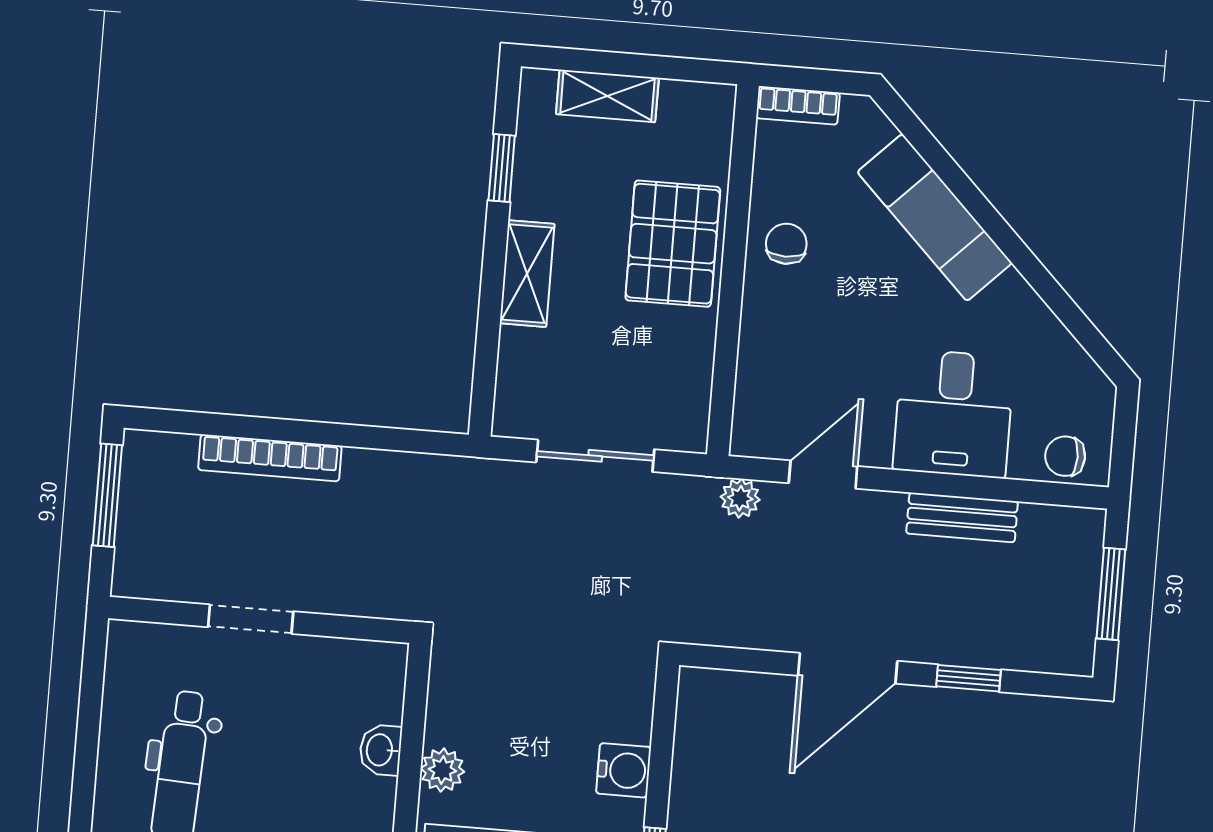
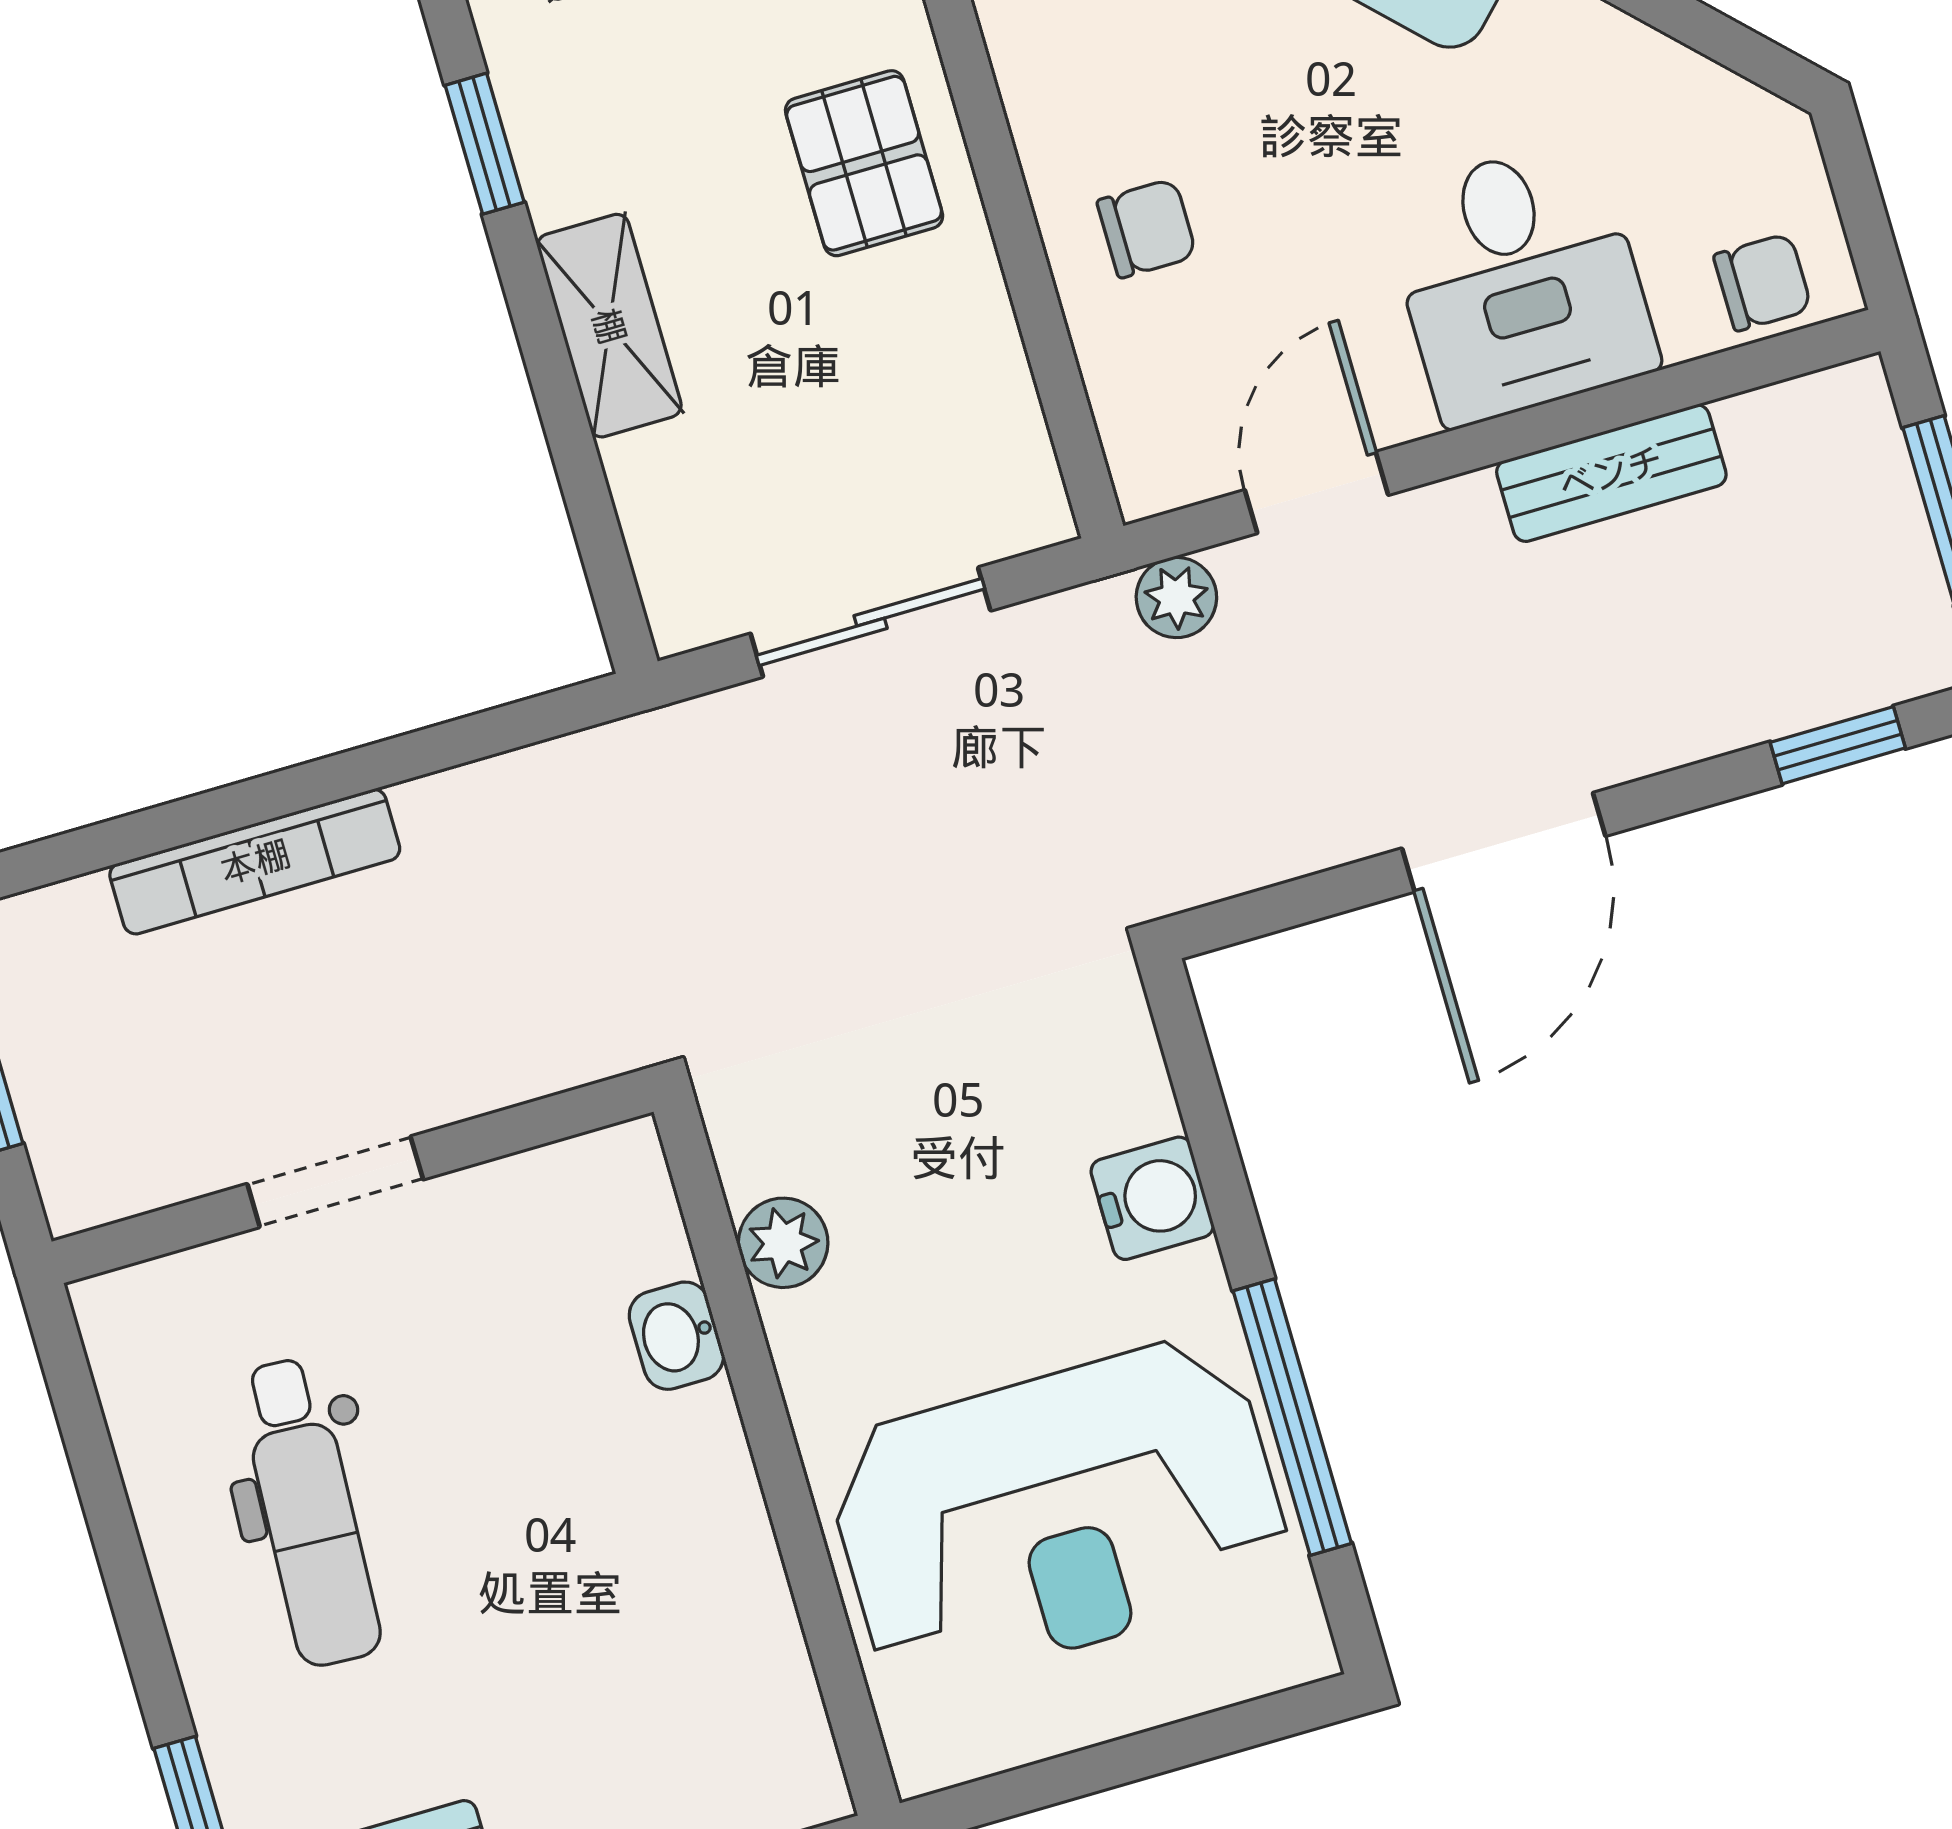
pallet: (673, 244) -> (864, 163), width x0.67, depth x0.71
chair: (786, 244) -> (1147, 228), moved, turned 90
chair: (1065, 456) -> (1763, 282), turned 180
window: (969, 678) -> (1838, 745), moved
plant: (442, 770) -> (783, 1243), moved

